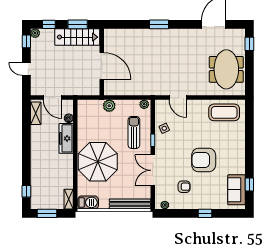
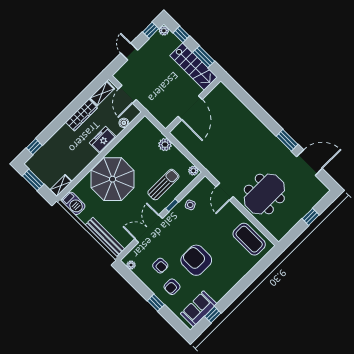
window: (159, 24) -> (287, 140), moved
window: (249, 44) -> (311, 217), moved
meeting table: (226, 69) -> (264, 194), moved
freezer: (66, 138) -> (103, 140), width x0.71
wardrobe: (36, 140) -> (81, 115), added
armchair: (205, 193) -> (172, 287), added

